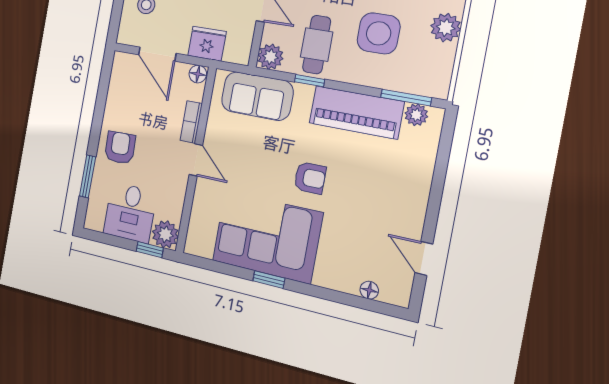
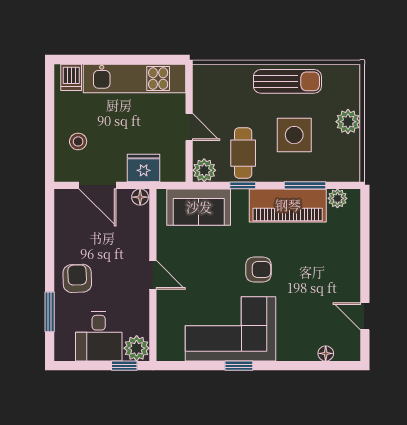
window: (406, 97) -> (305, 185), moved
bookcase: (191, 122) -> (142, 242), removed

